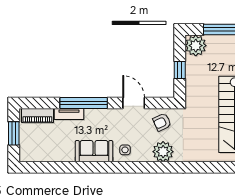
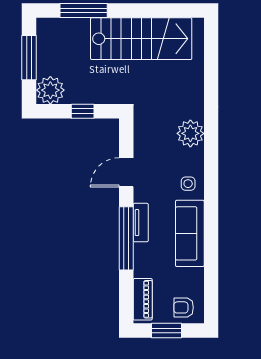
tv unit: (69, 114) -> (141, 223), moved
armchair: (162, 122) -> (184, 307), moved, turned 115
sofa: (94, 151) -> (190, 233), width x1.36

